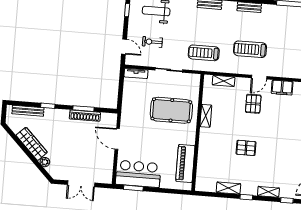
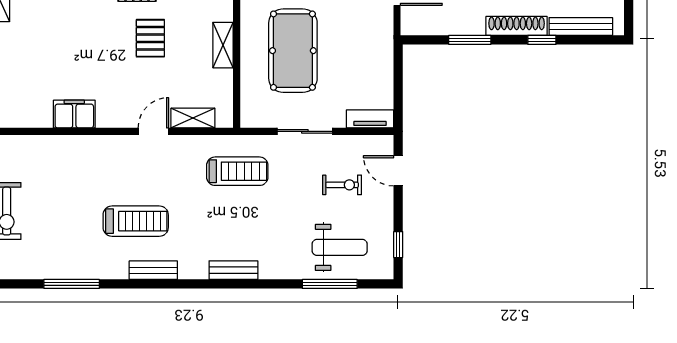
treadmill: (250, 49) -> (136, 221), moved
door: (259, 77) -> (153, 131), moved
pallet: (253, 104) -> (150, 38), moved
pool table: (171, 110) -> (293, 51), turned 90
shoe rack: (85, 116) -> (517, 26), moved

